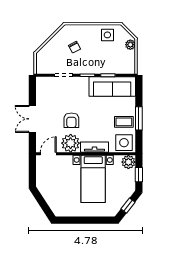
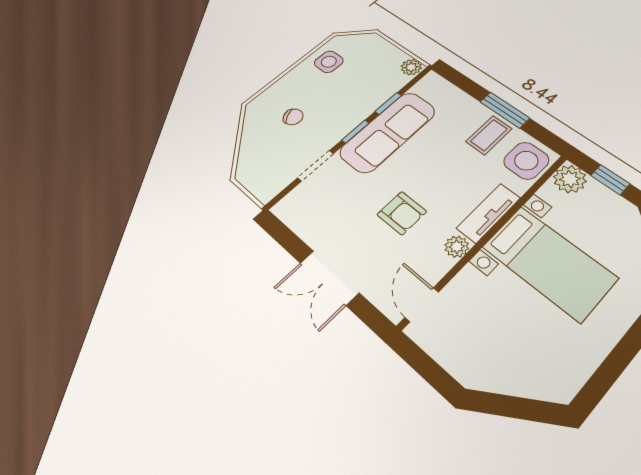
plant: (130, 45) -> (411, 67), moved
sofa: (112, 87) -> (388, 132), moved
plant: (71, 143) -> (457, 247), width x0.53, depth x0.53

